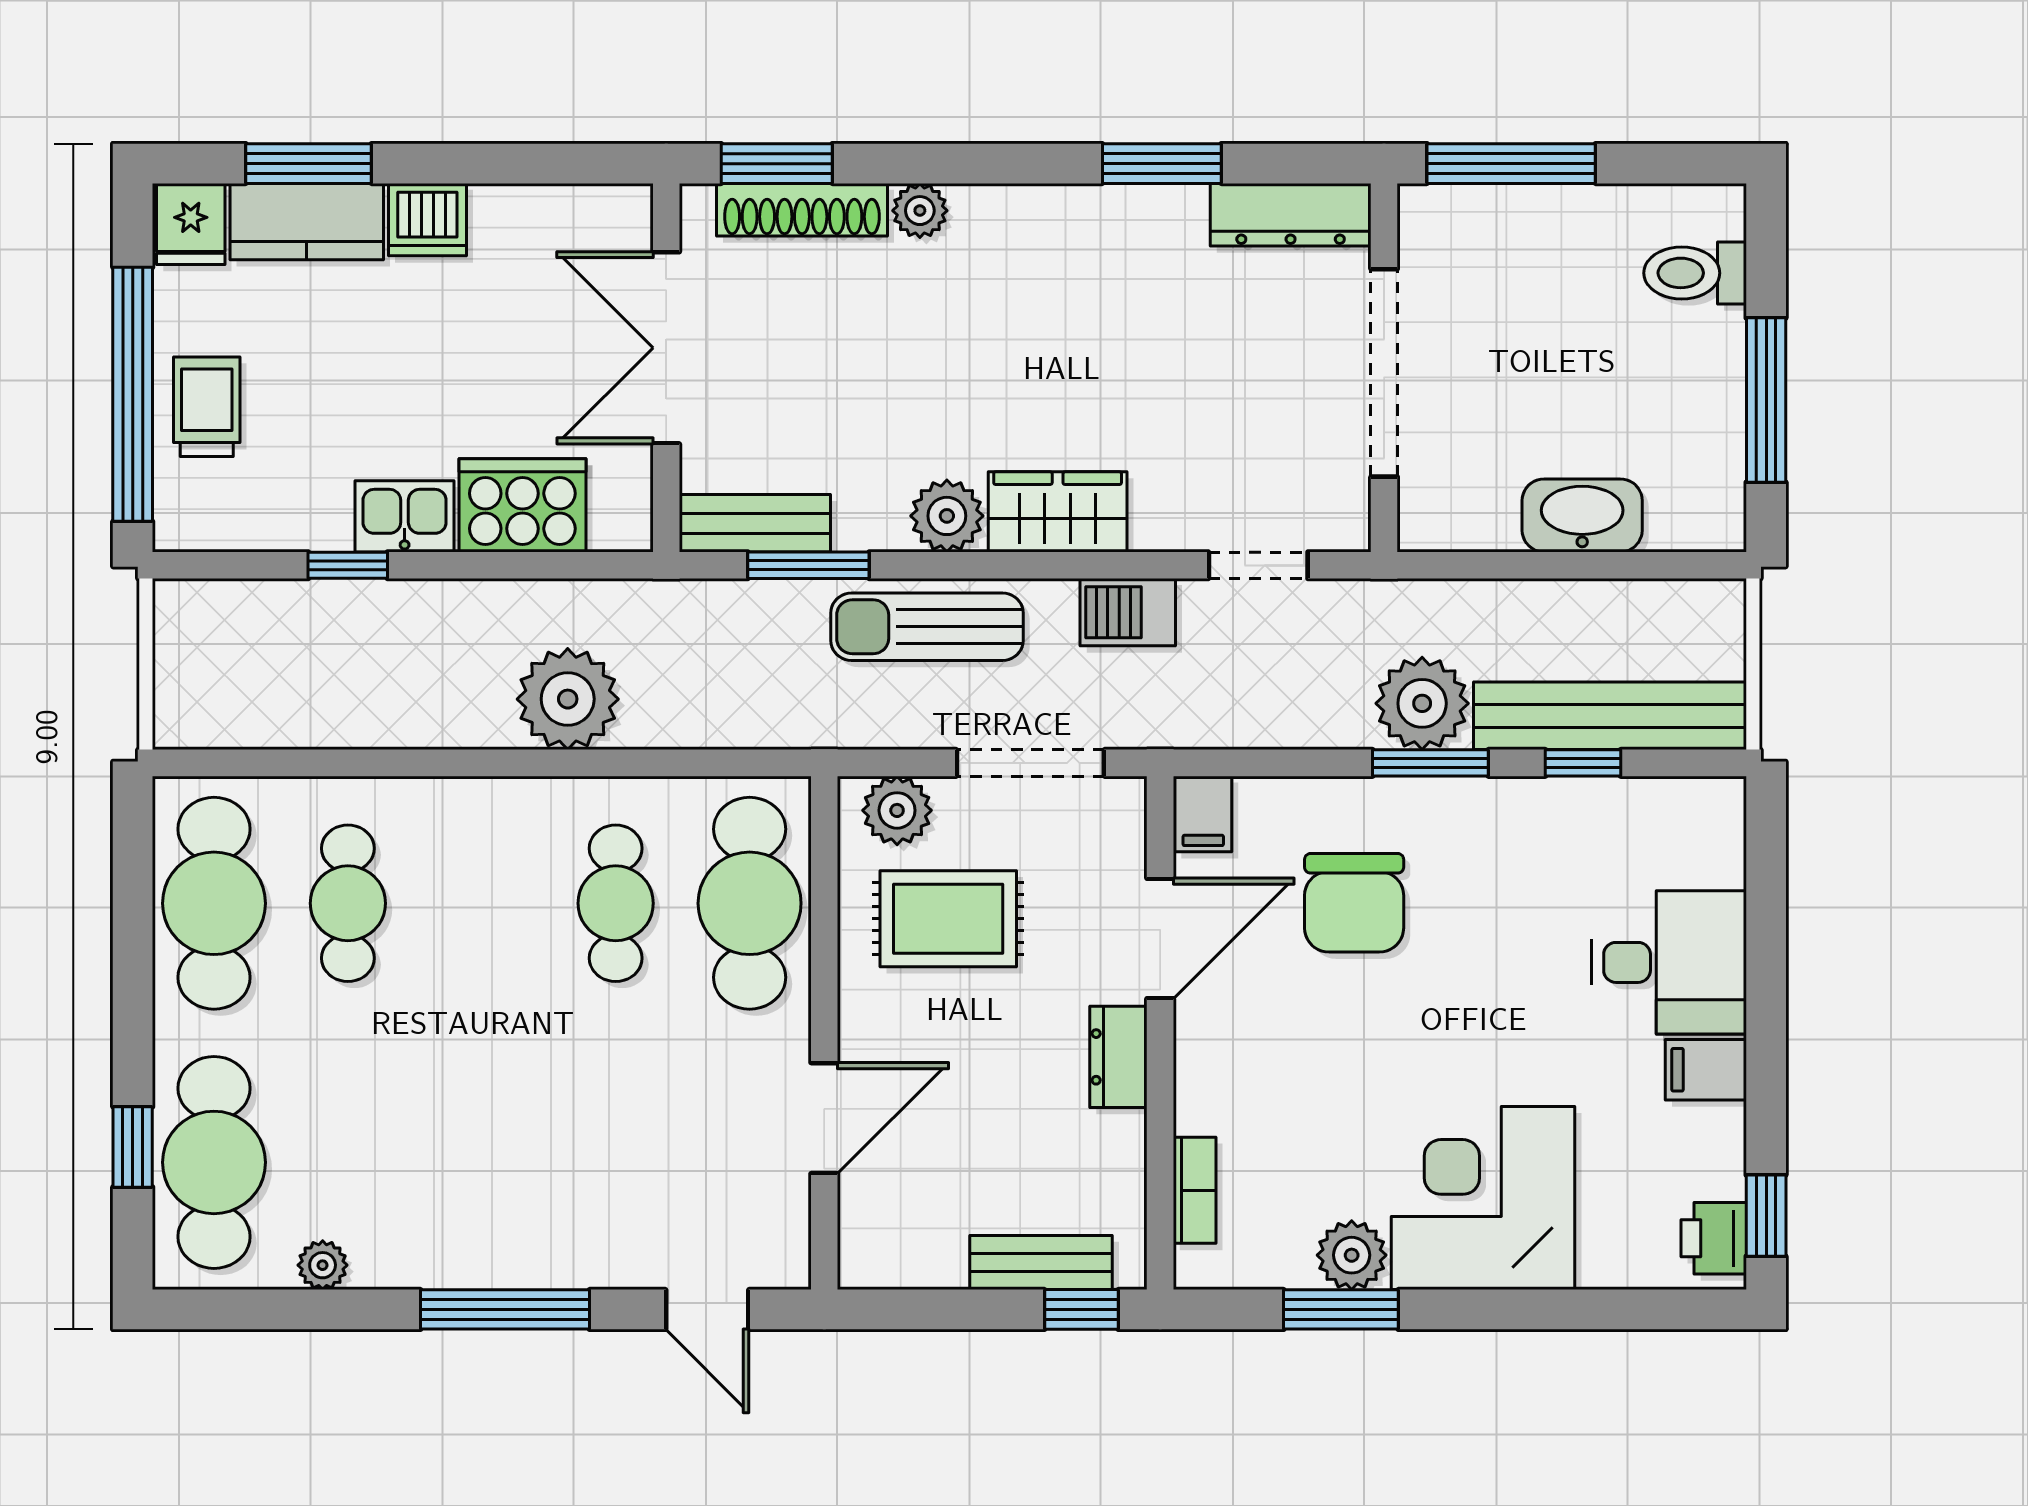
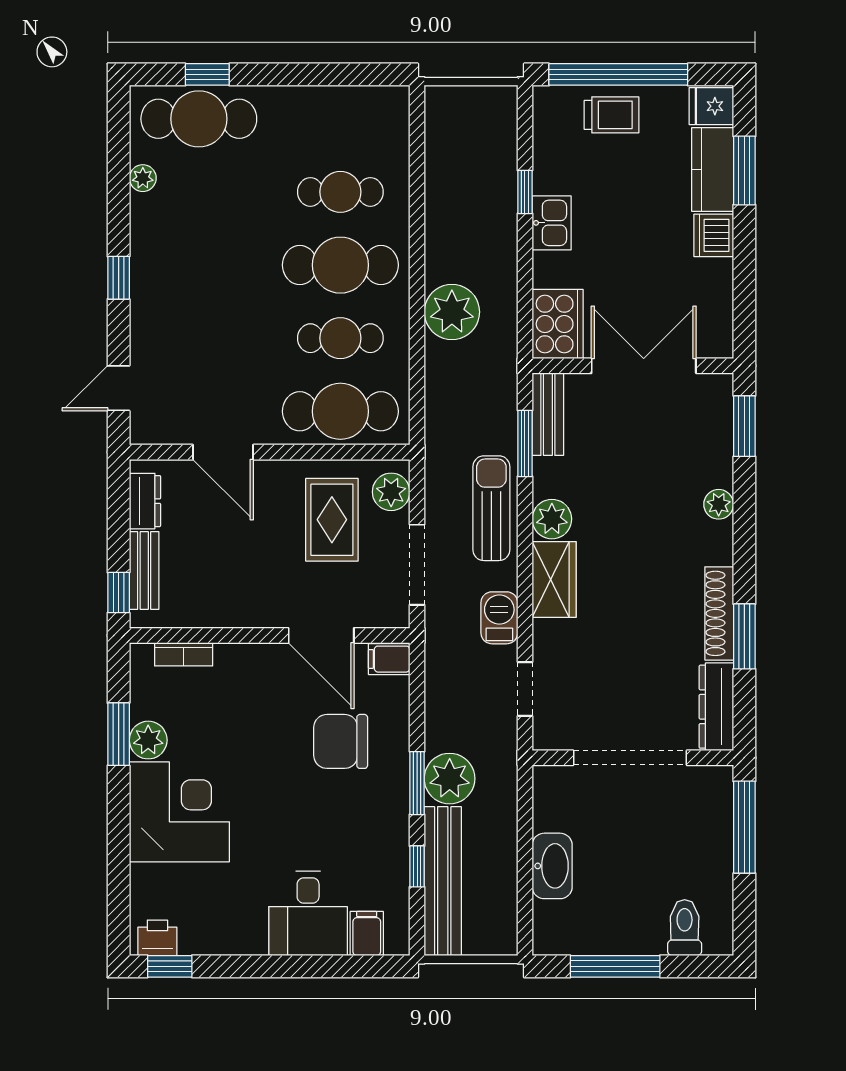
shoe rack: (802, 210) -> (719, 613), moved
cooker: (522, 505) -> (558, 324), moved
cafe table: (214, 903) -> (340, 265), moved
dresser: (1118, 1057) -> (145, 501), moved, turned 90
filing cabinet: (1706, 1070) -> (367, 934), moved
window: (505, 1309) -> (119, 278), width x0.46

